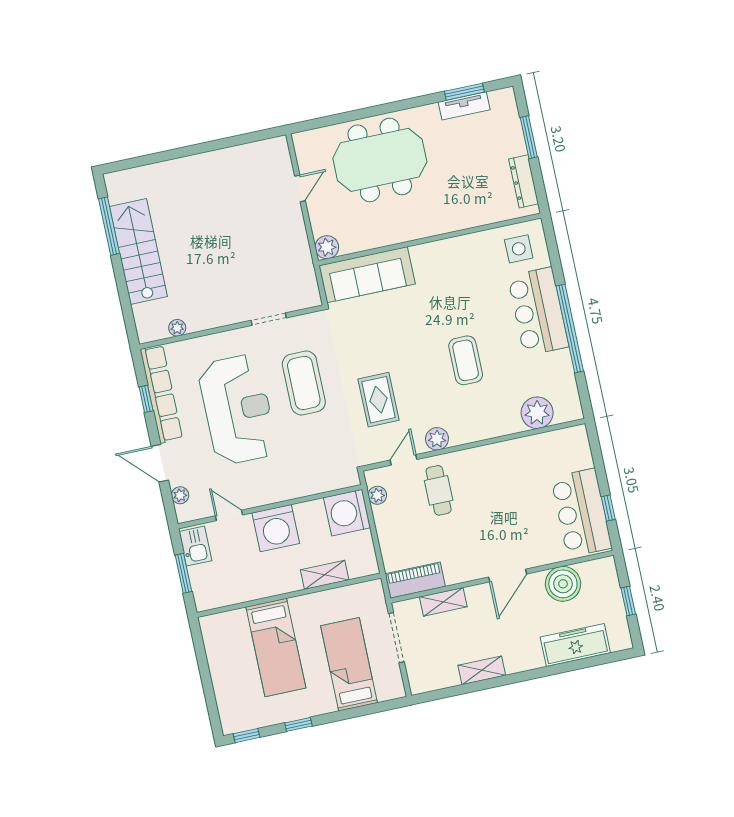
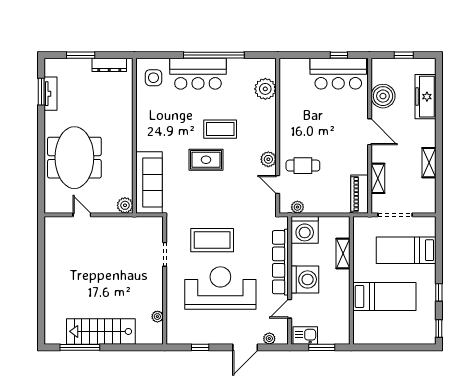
row of seats: (161, 394) -> (280, 262), moved, turned -90
rug: (379, 400) -> (206, 160), moved

